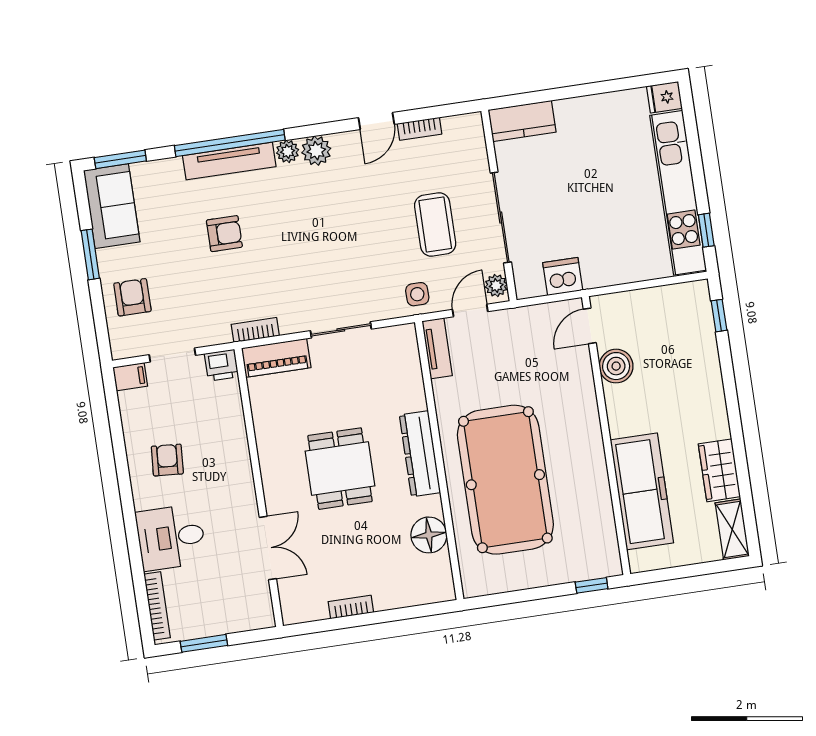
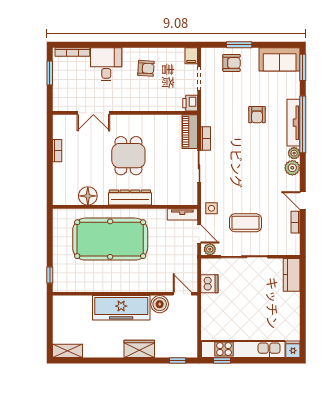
window: (90, 254) -> (239, 45), moved
bookcase: (255, 330) -> (206, 139), moved
dining table: (340, 469) -> (128, 156), turned 90
wardrobe: (719, 470) -> (139, 349), moved
freezer: (642, 491) -> (121, 308), moved

